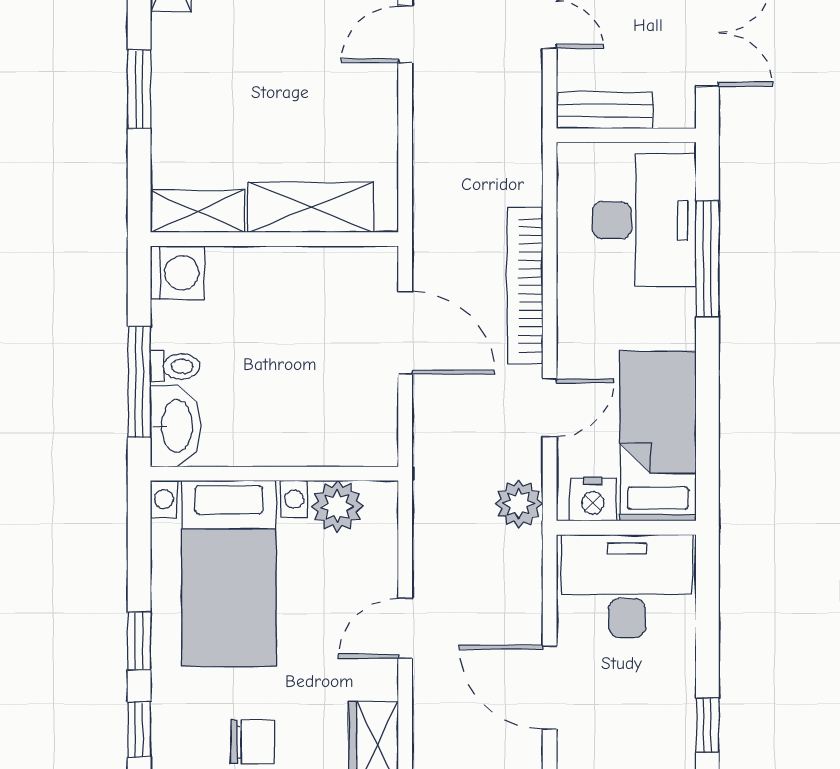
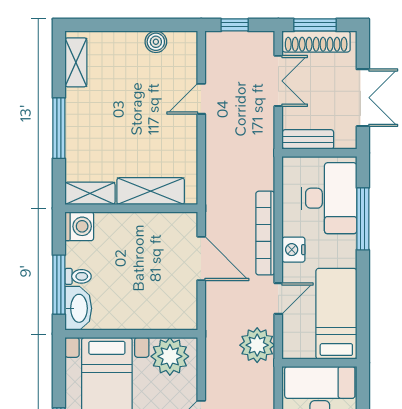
window: (139, 89) -> (59, 128), width x1.44
nightstand: (593, 500) -> (293, 250), moved, turned 90
plant: (519, 504) -> (257, 345), width x1.36, depth x1.36
plant: (337, 506) -> (170, 356), width x1.36, depth x1.36

